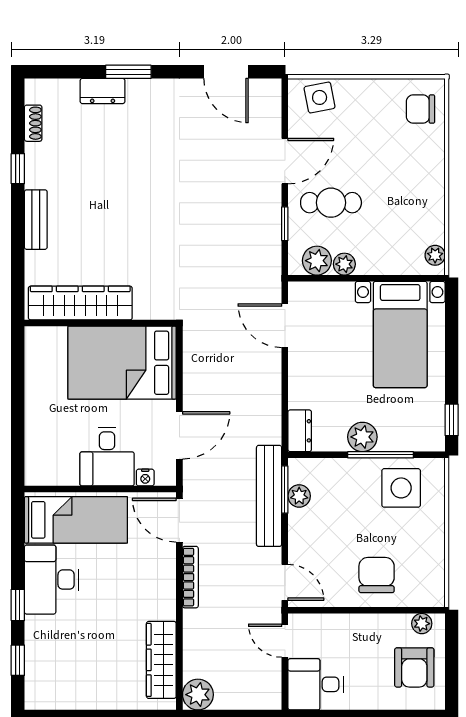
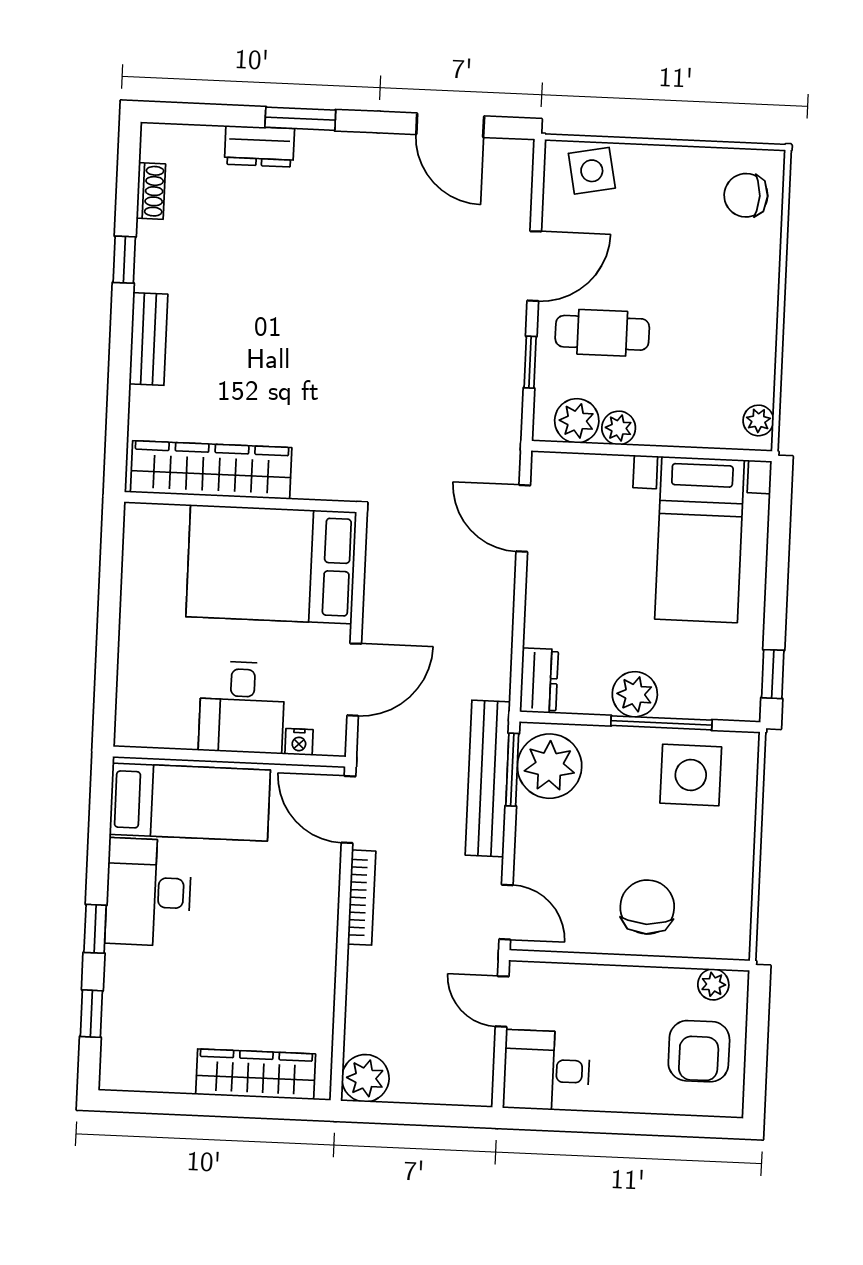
plant: (299, 496) -> (550, 766), width x1.87, depth x1.87
wardrobe: (161, 660) -> (256, 1074), moved, turned 90

